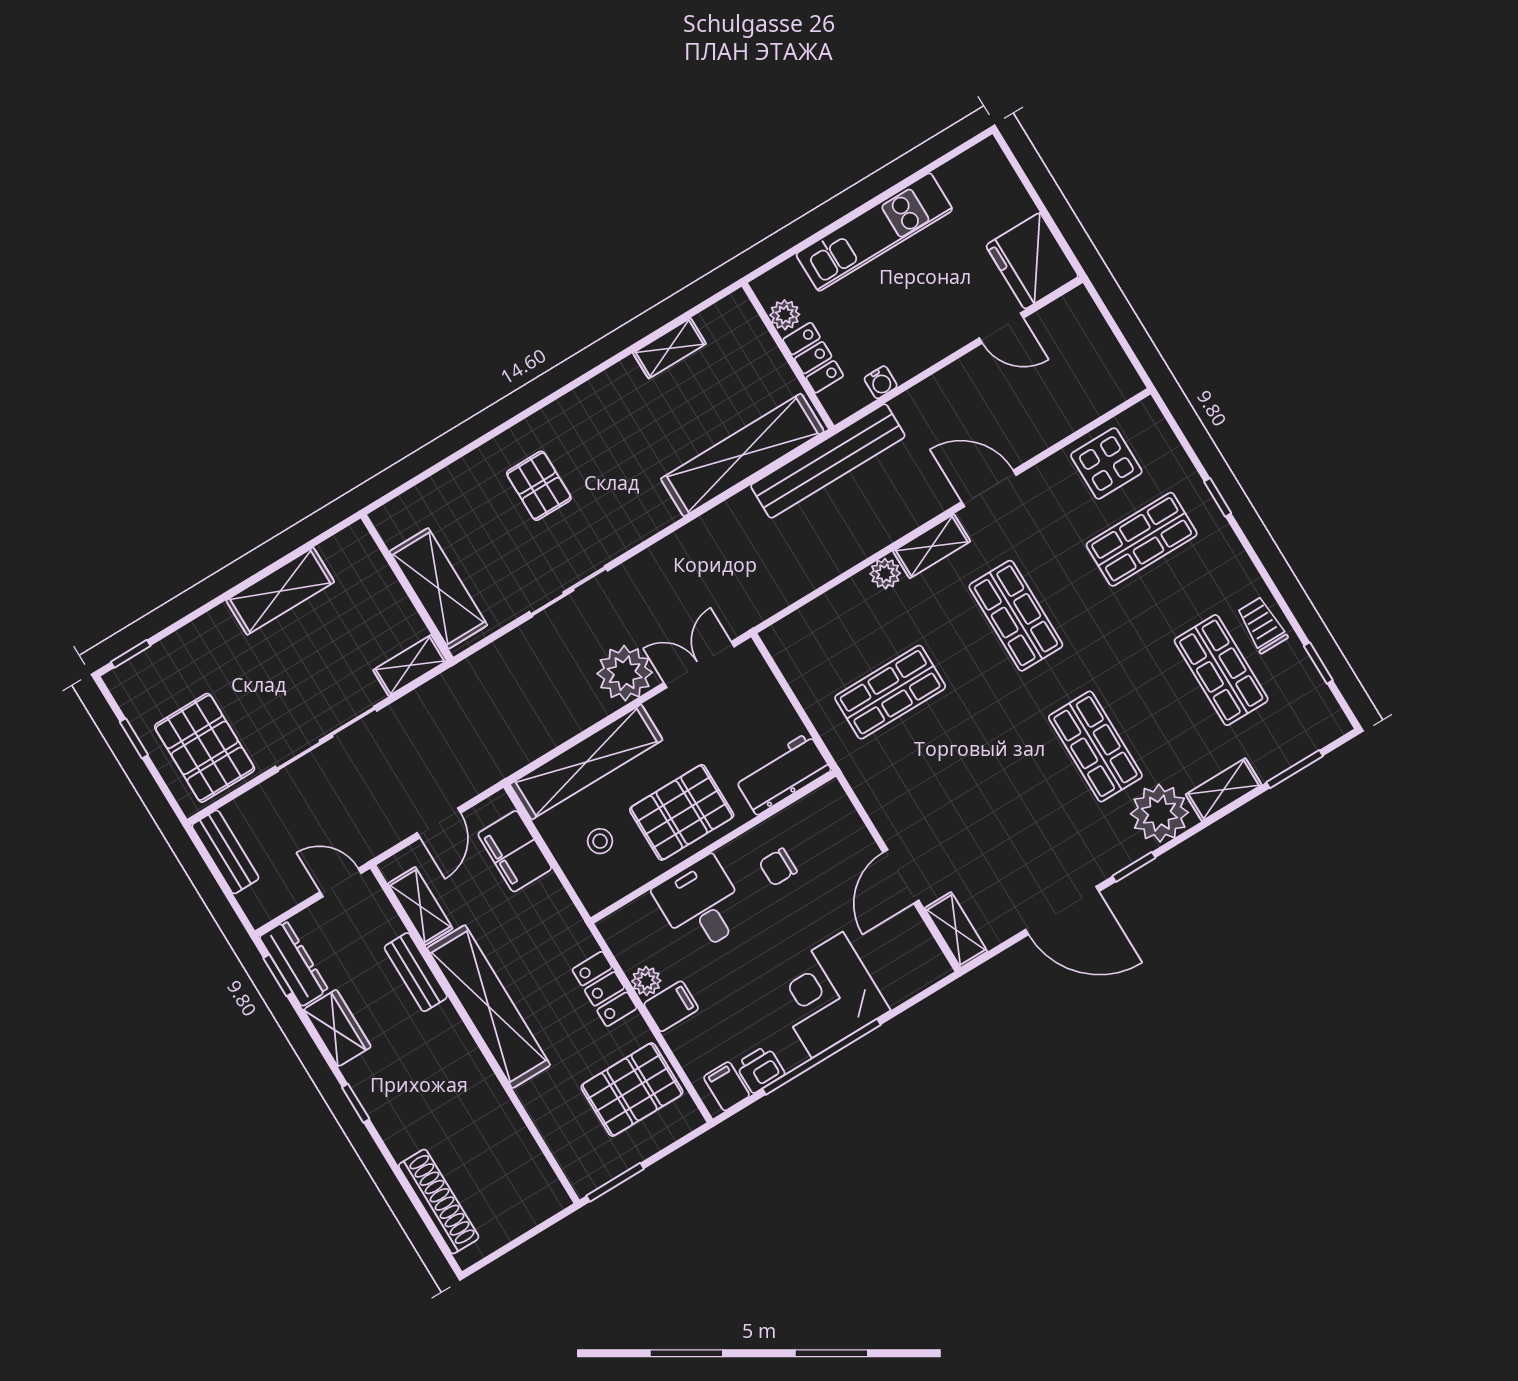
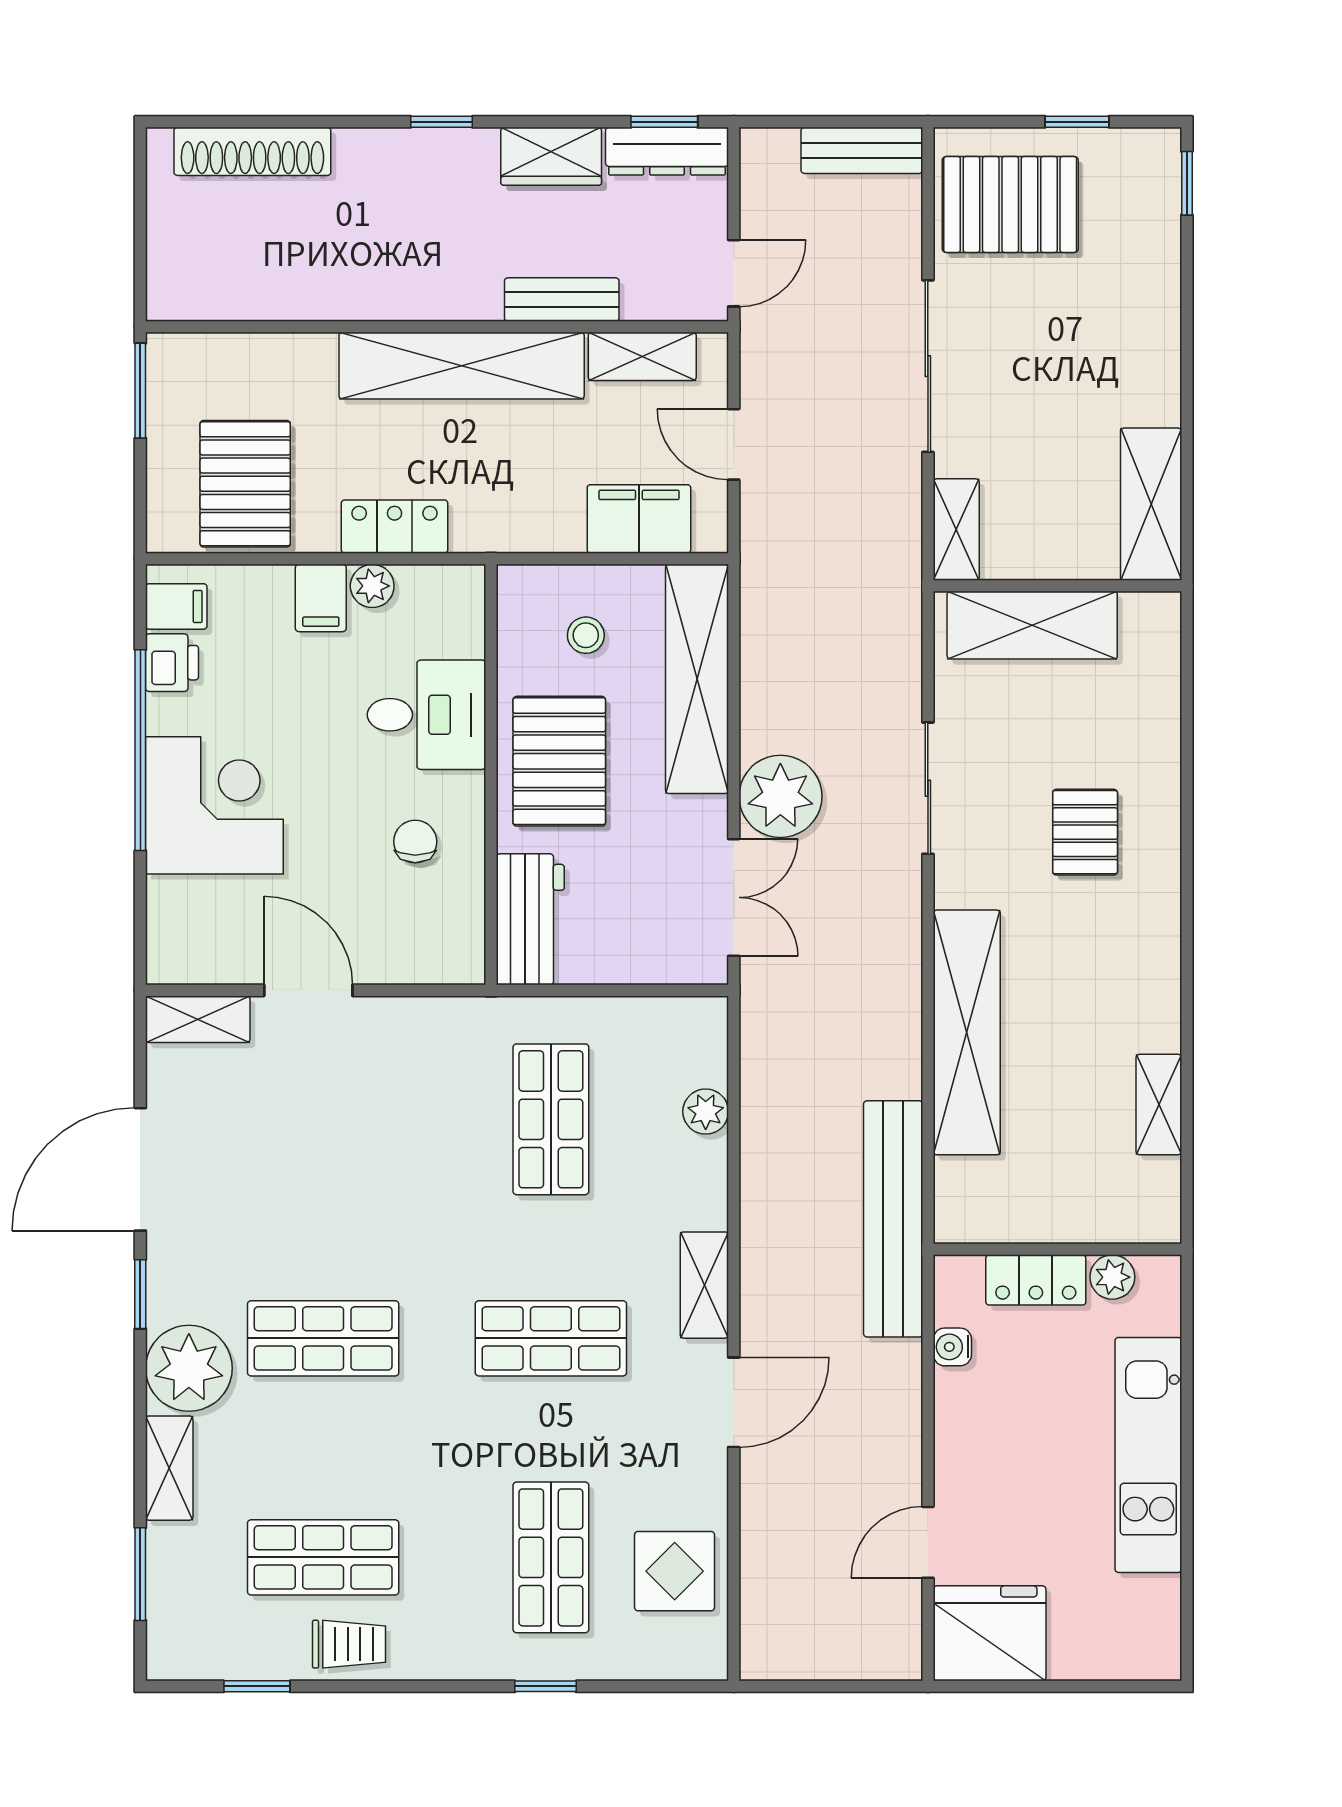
shelving: (742, 455) -> (967, 1032), moved
pallet: (539, 486) -> (1085, 832), turned 90
plant: (885, 574) -> (706, 1112), moved
shelving: (280, 591) -> (1151, 504), moved

